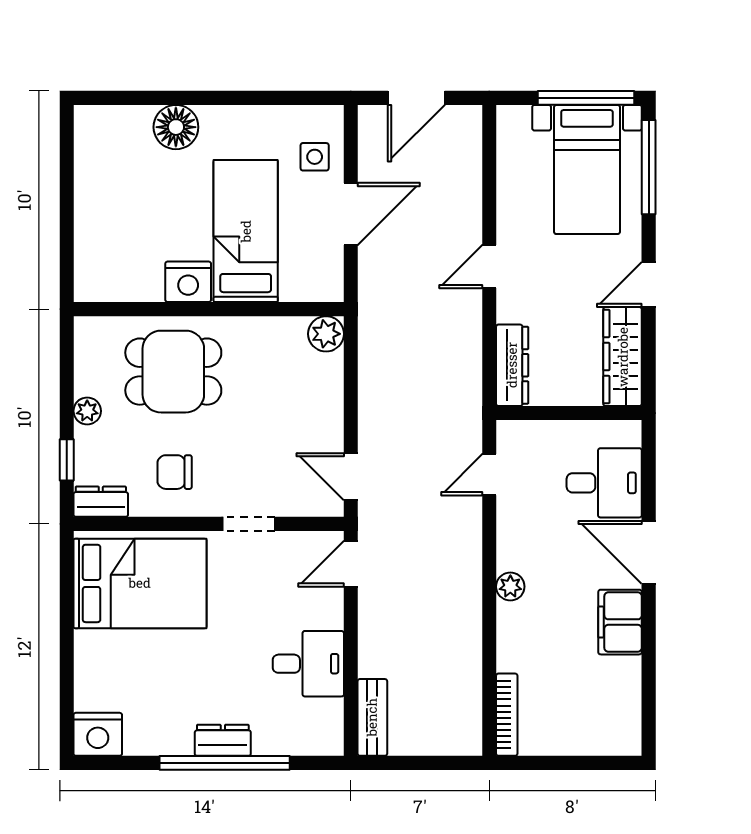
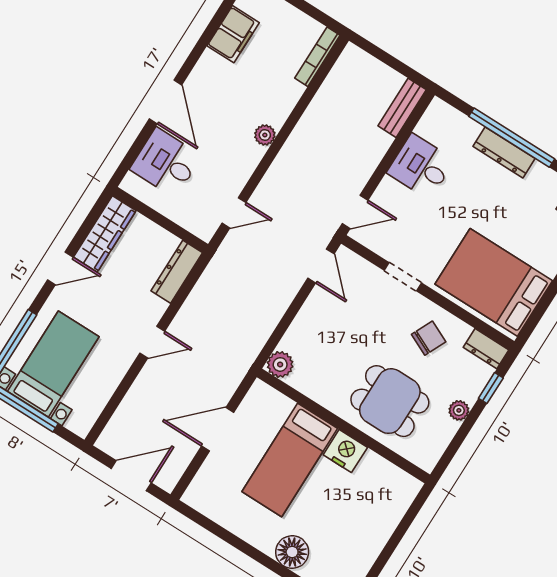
side table: (315, 157) -> (218, 479), removed
chair: (175, 472) -> (429, 338), turned -65
filing cabinet: (620, 622) -> (233, 34), moved
dresser: (223, 740) -> (504, 152), width x1.44

